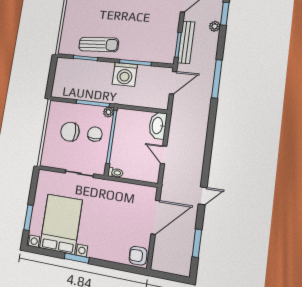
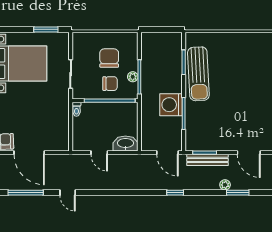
sun lounger: (99, 45) -> (198, 74), width x1.36, depth x1.34
window: (217, 79) -> (175, 193), width x0.46
plant: (108, 112) -> (133, 77), moved
door: (164, 155) -> (99, 153), swing flipped
door: (155, 217) -> (29, 153), moved
window: (28, 218) -> (46, 29), moved
window: (197, 243) -> (26, 193), width x1.44

